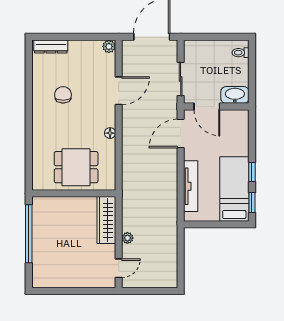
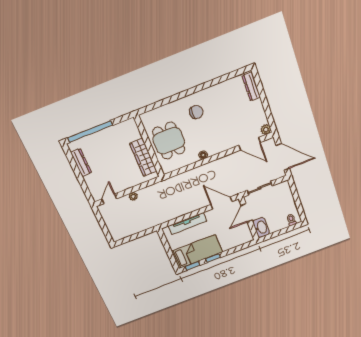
door: (119, 91) -> (249, 144), moved
chair: (63, 95) -> (196, 112), moved
wardrobe: (106, 220) -> (143, 157), moved, turned -90
window: (29, 234) -> (90, 132), moved
door: (119, 268) -> (109, 199), swing flipped
dresser: (61, 281) -> (81, 163), added

